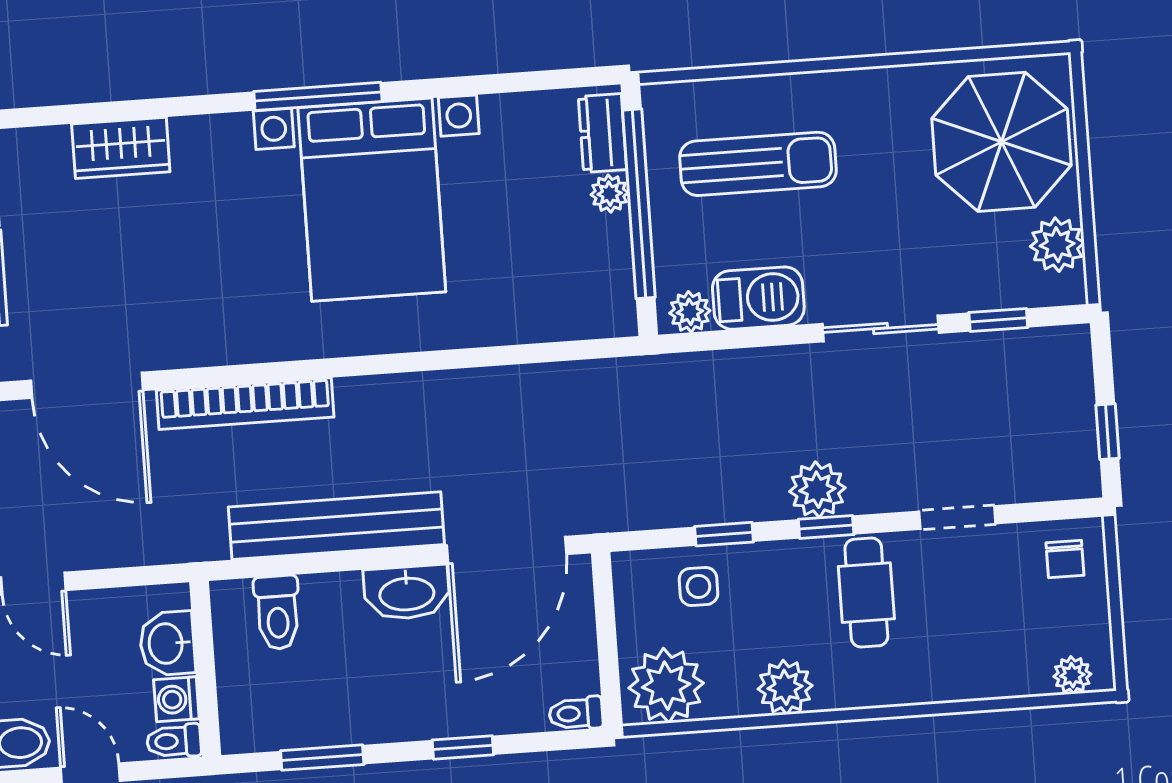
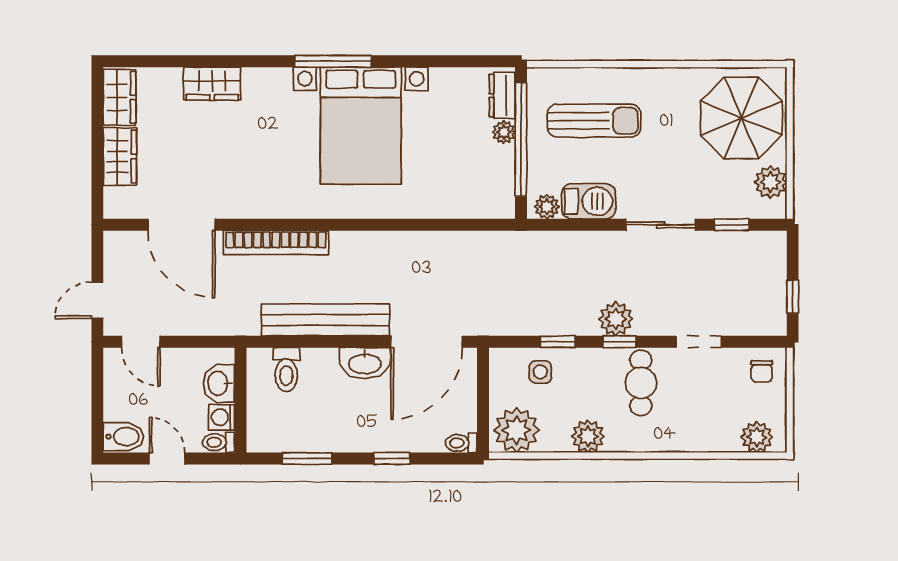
plant: (1072, 675) -> (757, 437), width x1.38, depth x1.38

